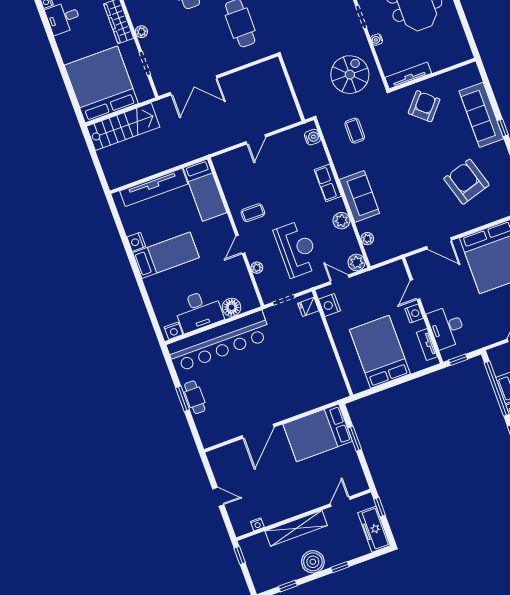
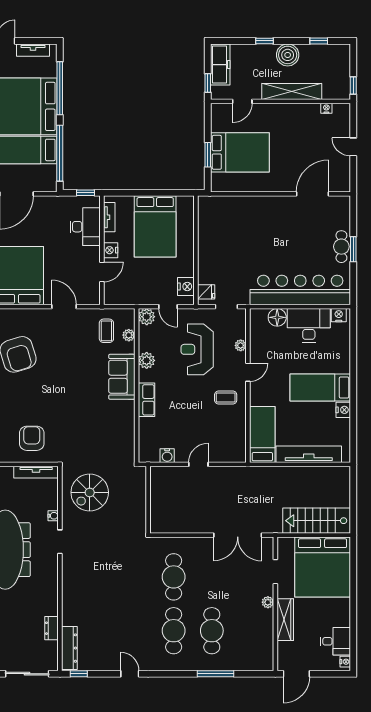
double door: (194, 85) -> (238, 535), swing flipped
armchair: (424, 106) -> (32, 438), turned 139
coffee table: (355, 131) -> (106, 331), moved
water cooler: (312, 137) -> (167, 456), moved, turned -90
door: (258, 431) -> (313, 194), moved
bed: (318, 433) -> (240, 152), moved

